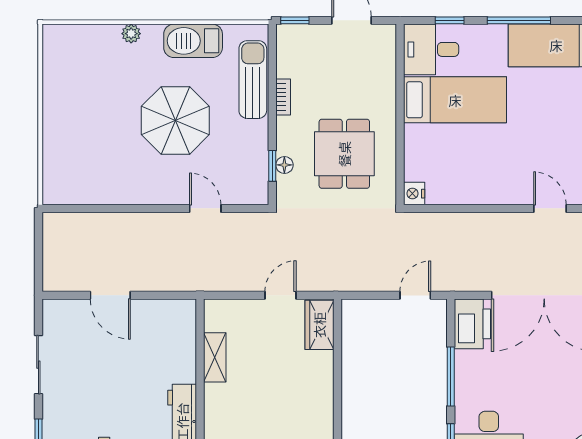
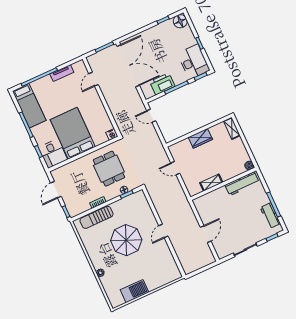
barbecue: (193, 41) -> (135, 291), moved, turned -90
bed: (455, 100) -> (73, 133), width x1.50
dining table: (344, 154) -> (109, 169), turned 90
door: (205, 208) -> (163, 231), moved
printer: (472, 324) -> (162, 84), moved
wardrobe: (319, 325) -> (200, 138), moved

